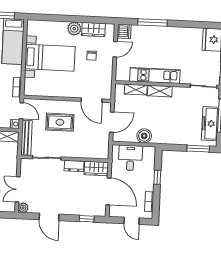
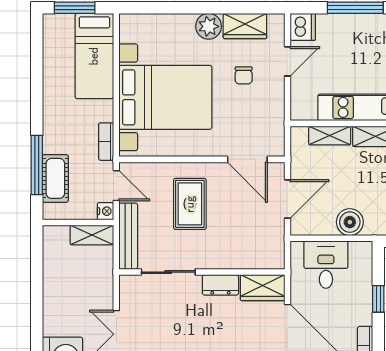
bed with nightstands: (50, 58) -> (165, 97), width x1.36
rug: (60, 122) -> (190, 204), turned 90

